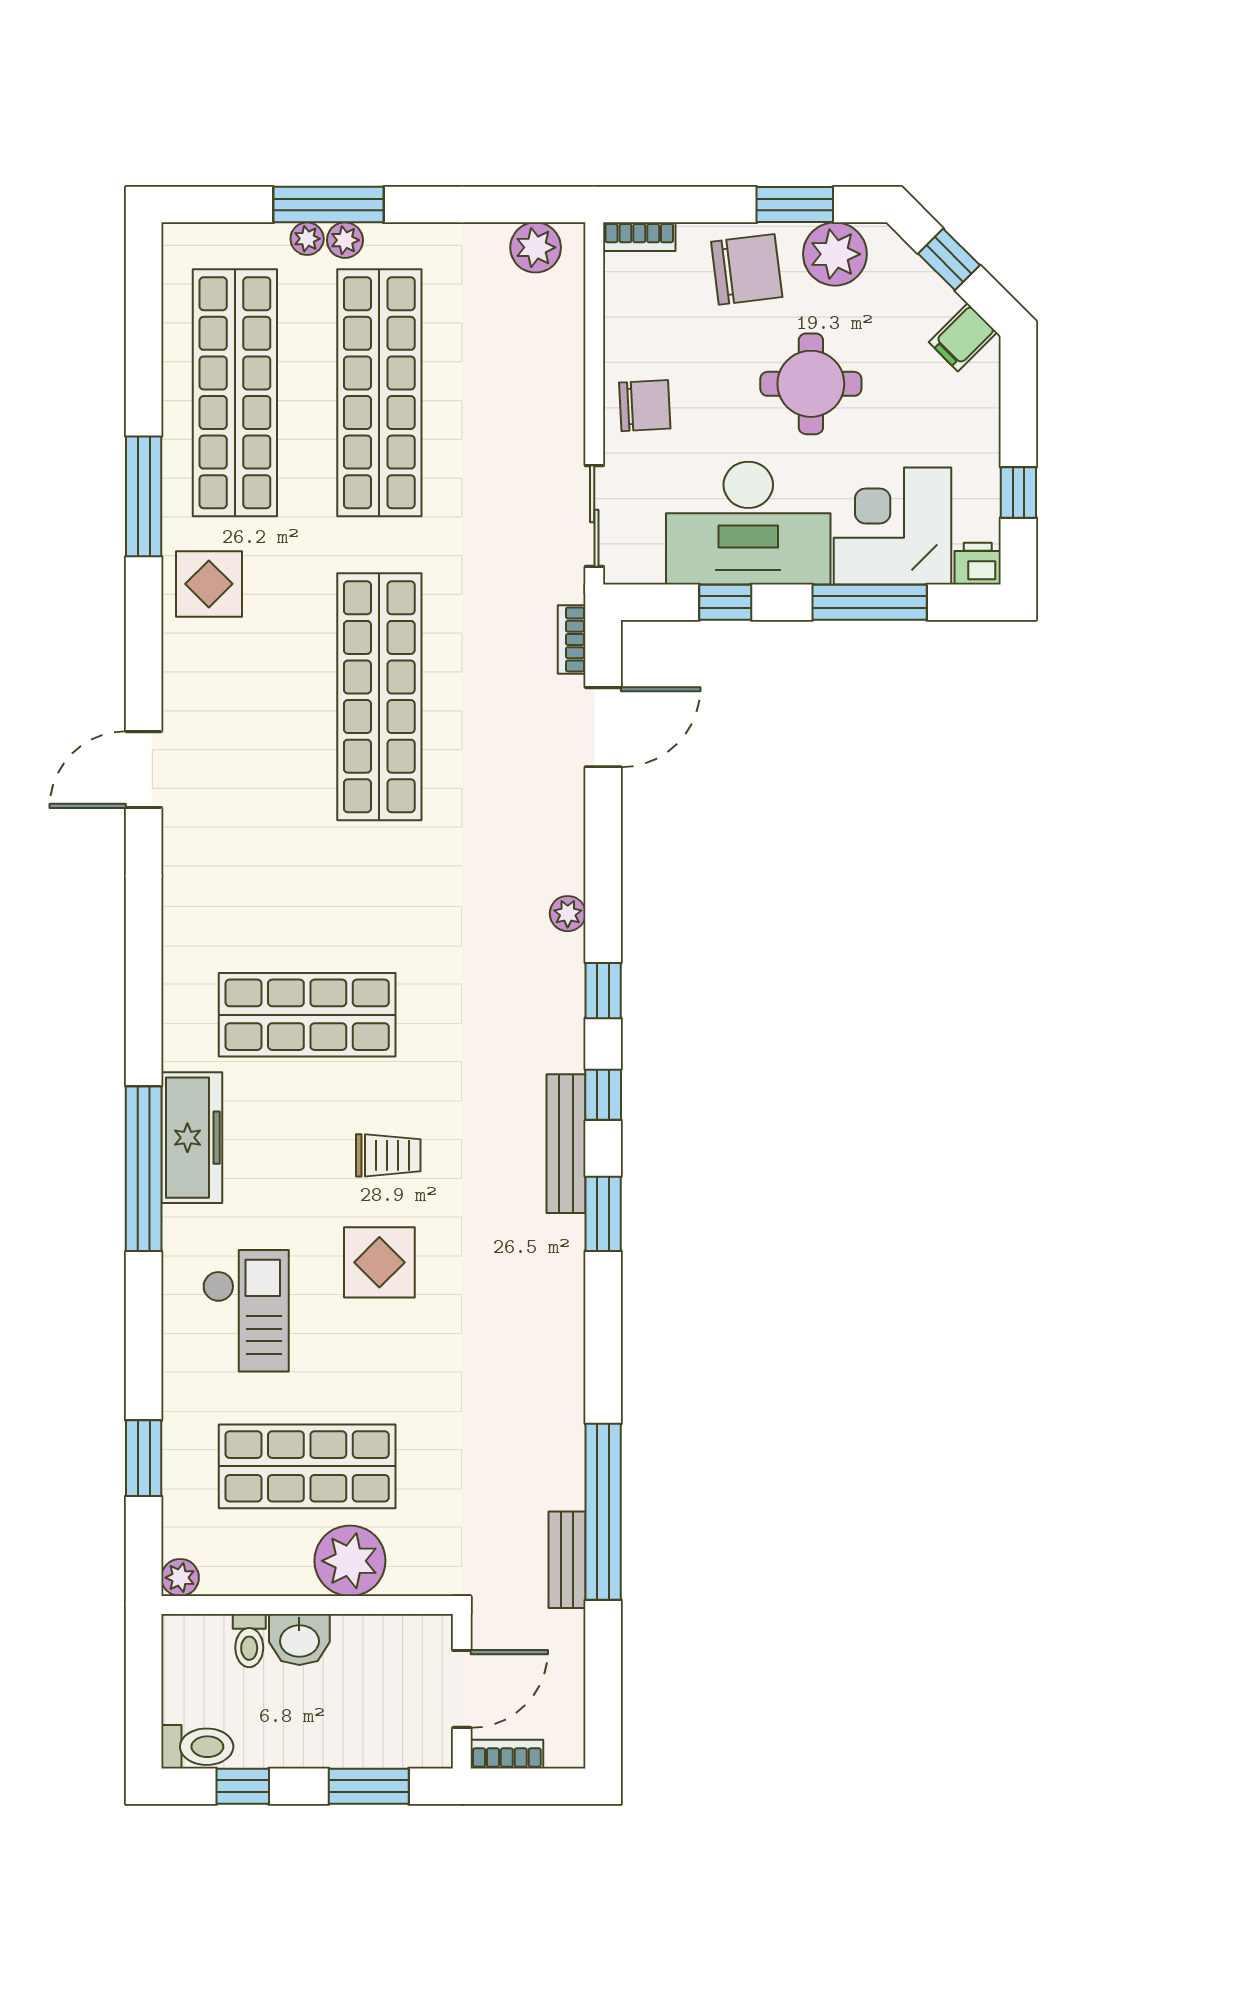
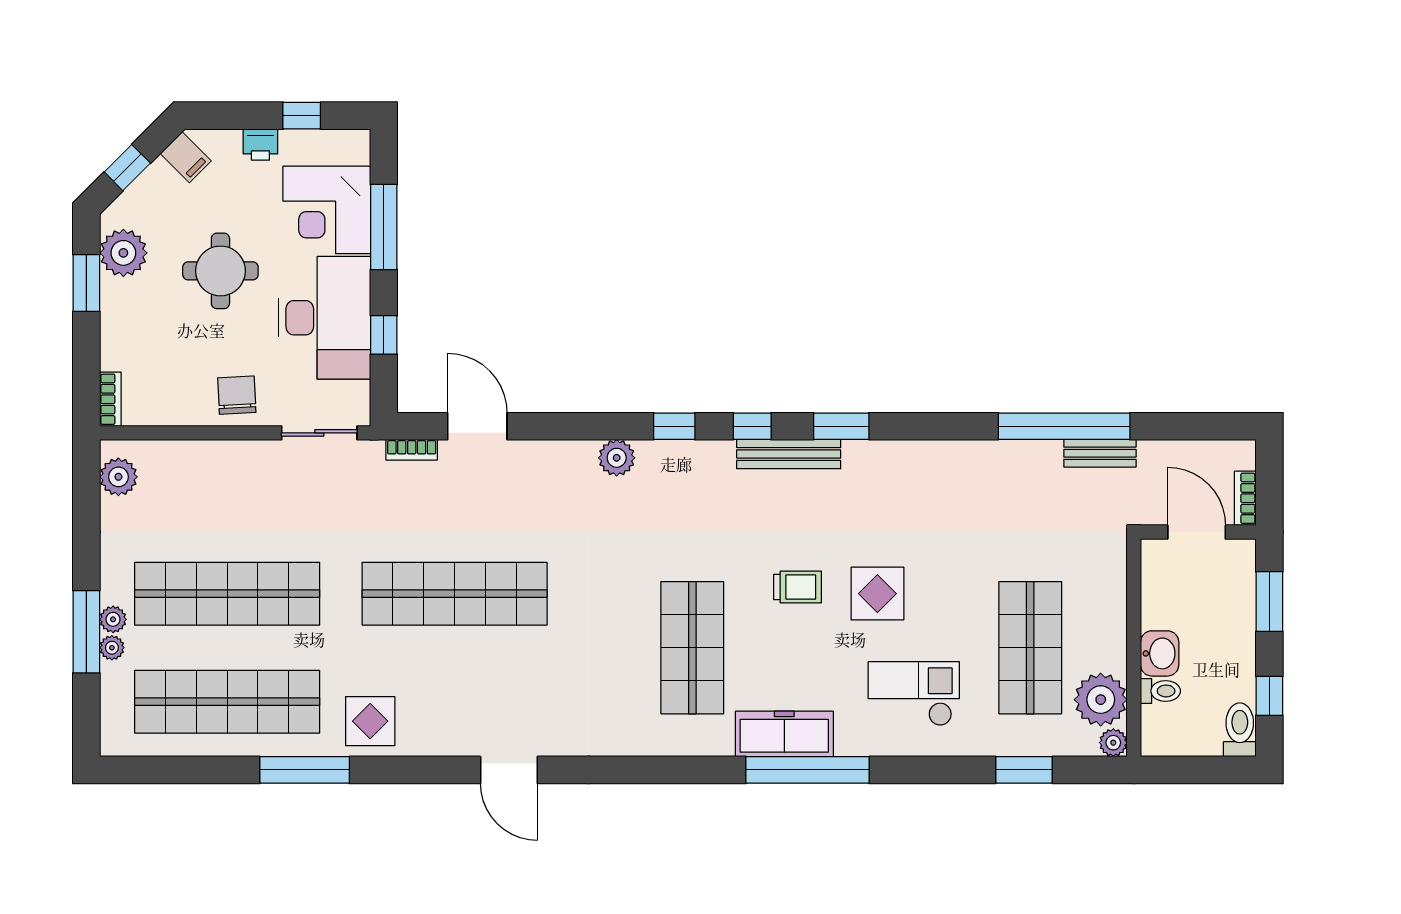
chair: (747, 269) -> (135, 319), removed
printer: (978, 564) -> (260, 145), moved, turned -90
plant: (568, 914) -> (617, 458), width x1.38, depth x1.38
trolley: (388, 1155) -> (797, 587), turned 90
plant: (350, 1561) -> (1101, 700), moved

